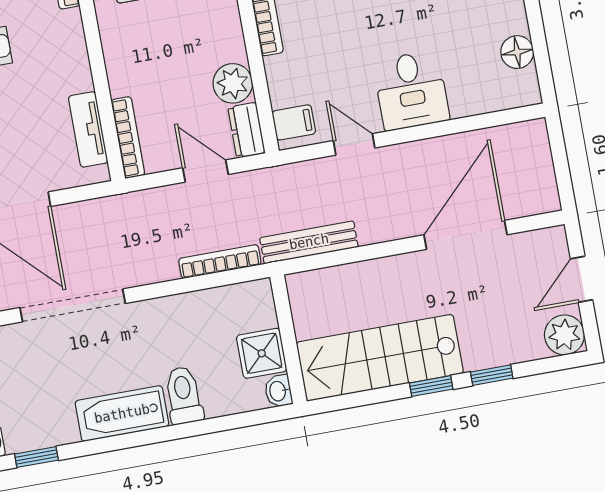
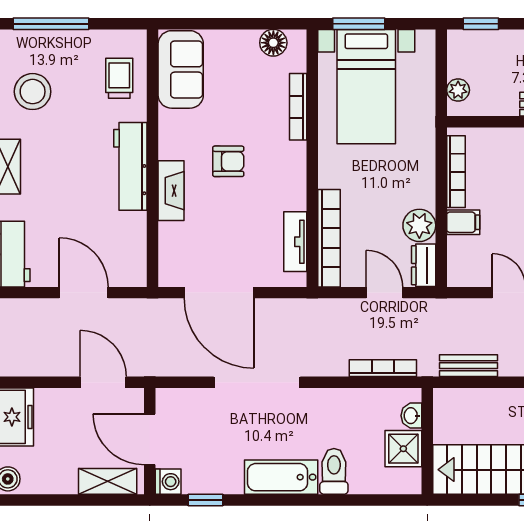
filing cabinet: (294, 122) -> (463, 222), moved
bookcase: (128, 137) -> (329, 238), width x1.48, depth x1.31
bench: (309, 242) -> (468, 366), width x0.73
washbasin: (278, 391) -> (411, 416), moved

